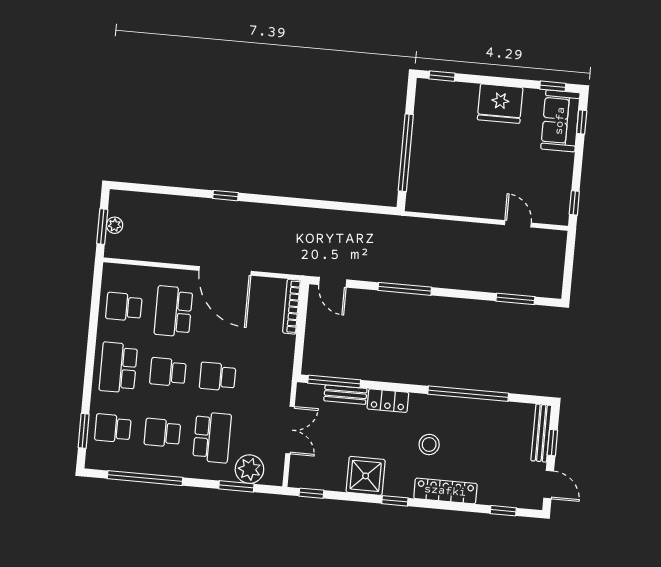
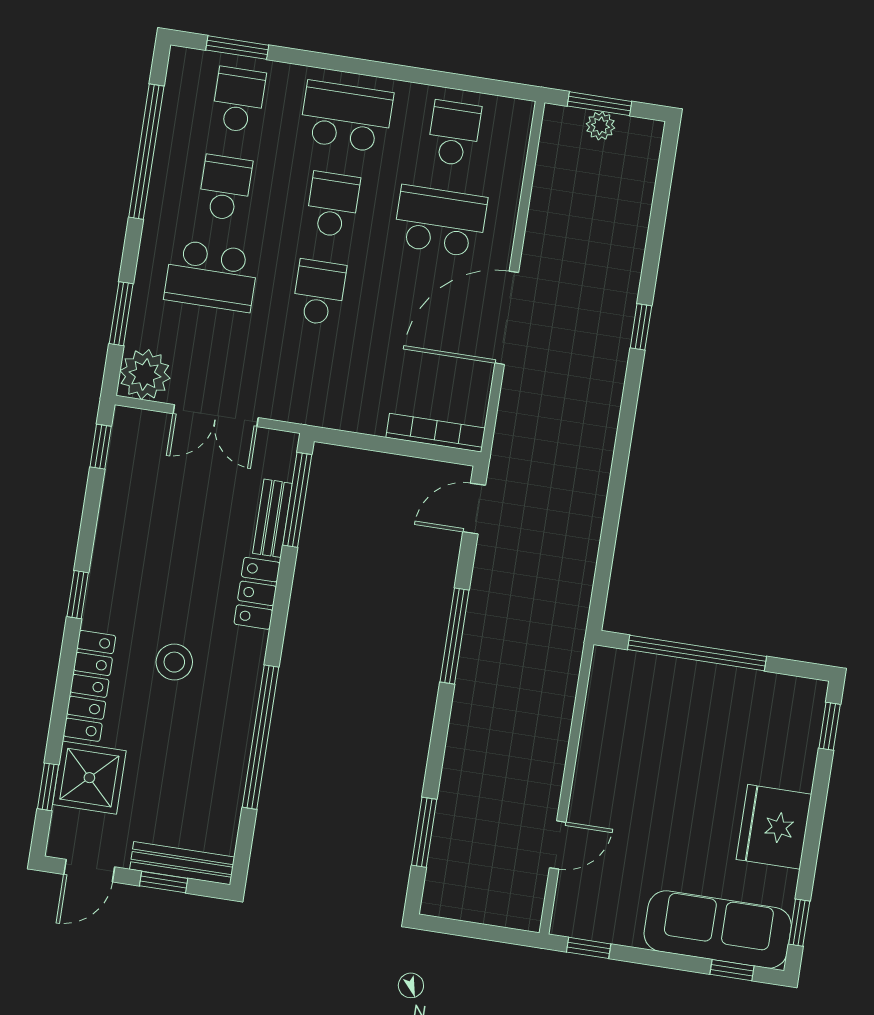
sofa: (560, 121) -> (718, 929), width x1.36
plant: (249, 469) -> (145, 374), moved
shower: (366, 476) -> (89, 778), moved

